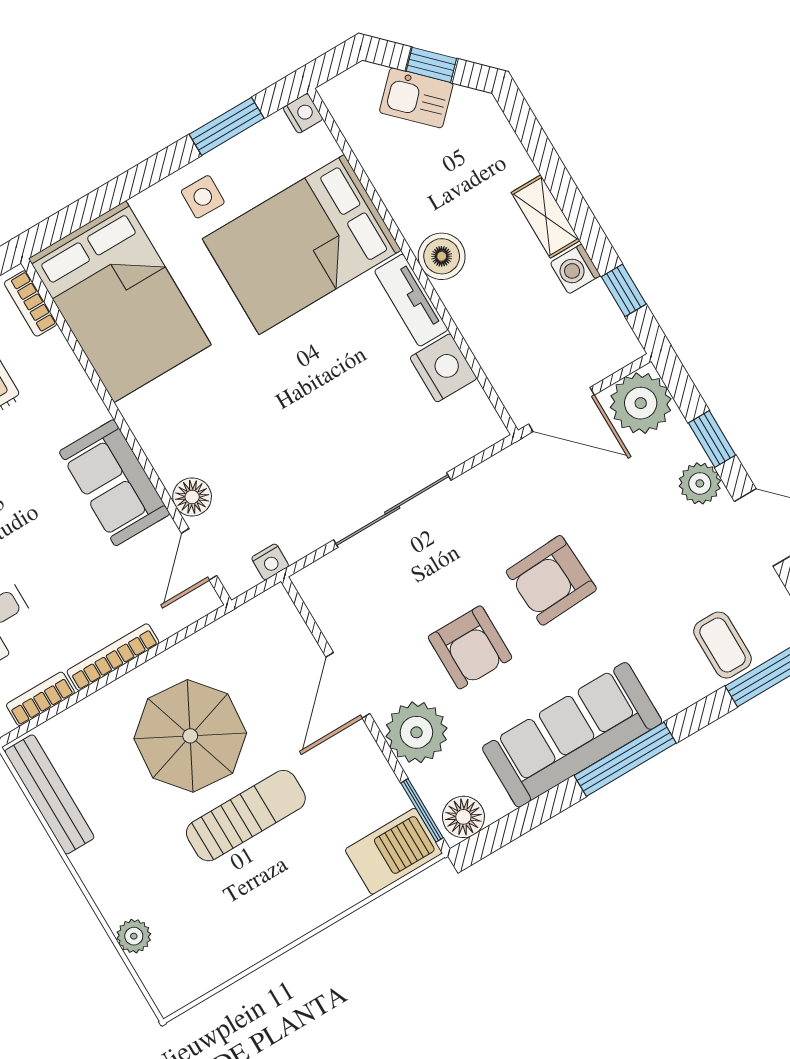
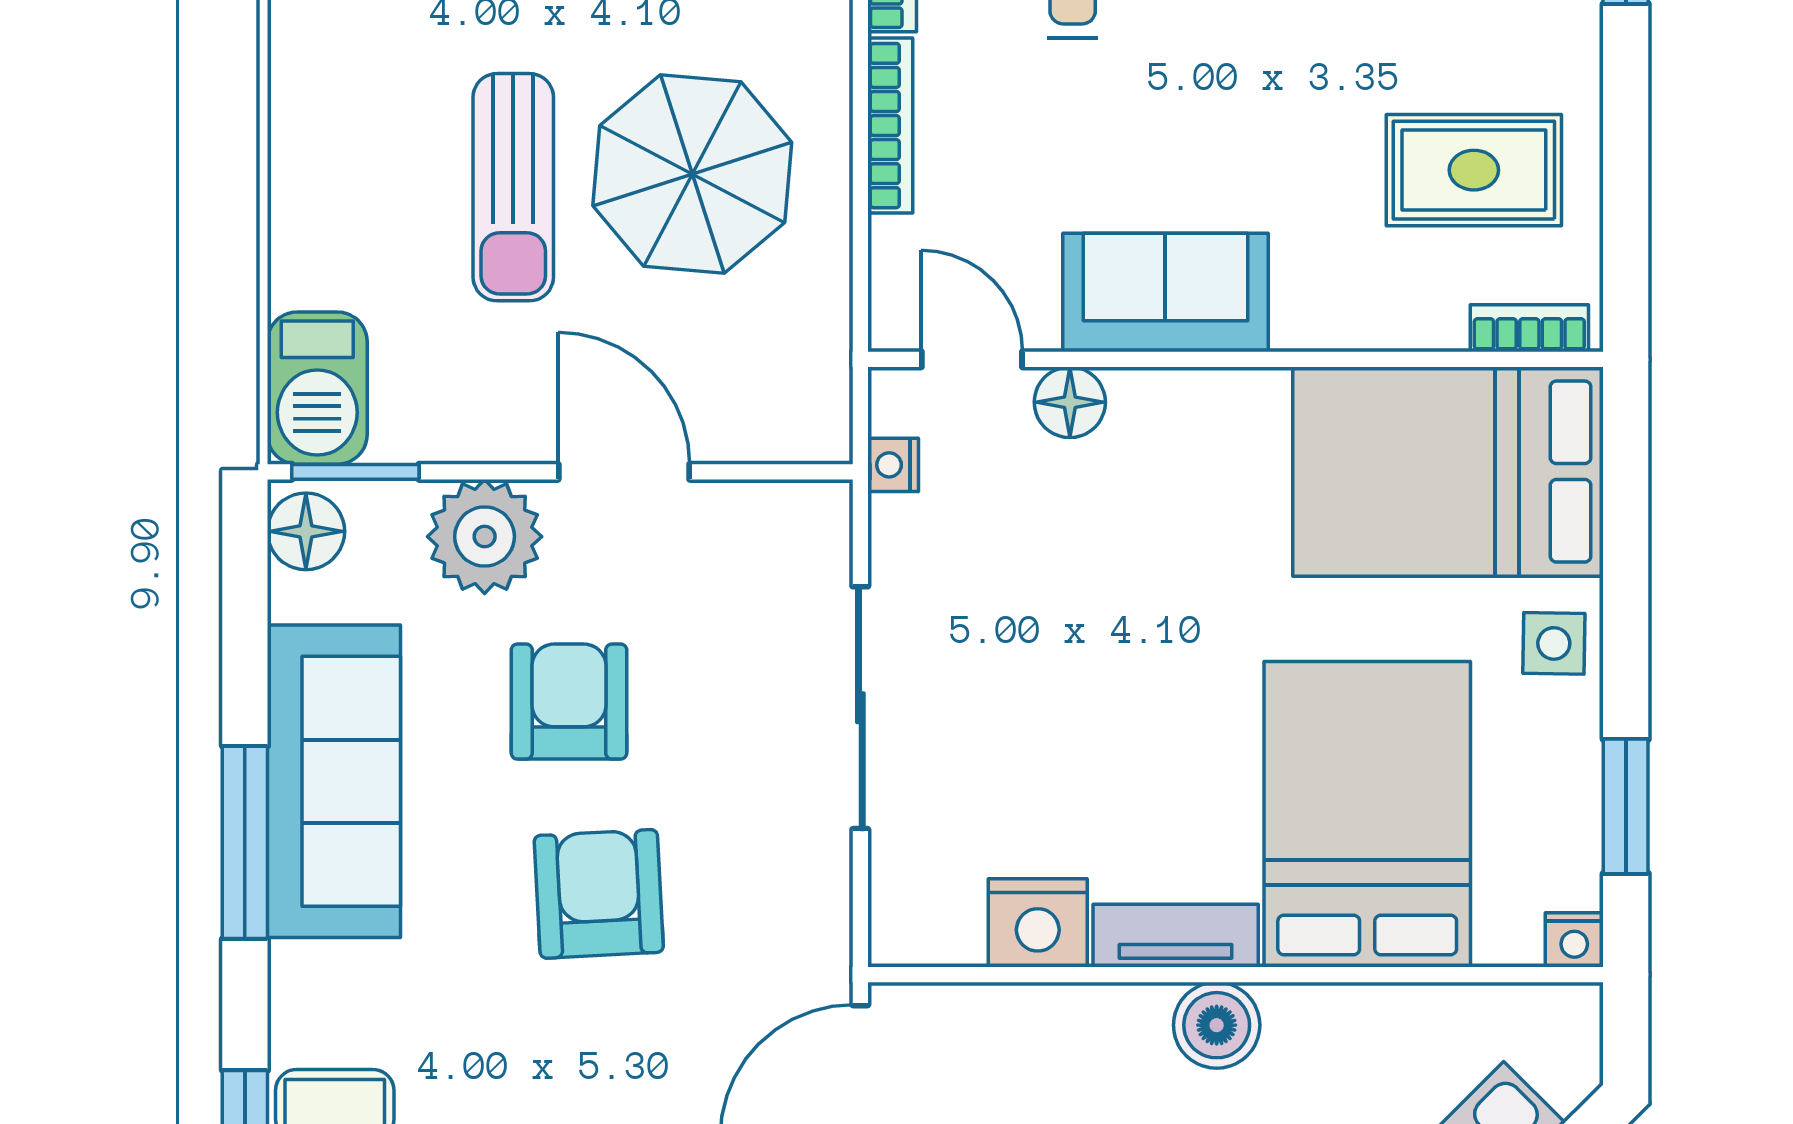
side table: (203, 197) -> (1554, 643), moved
armchair: (470, 647) -> (569, 702), turned 90

